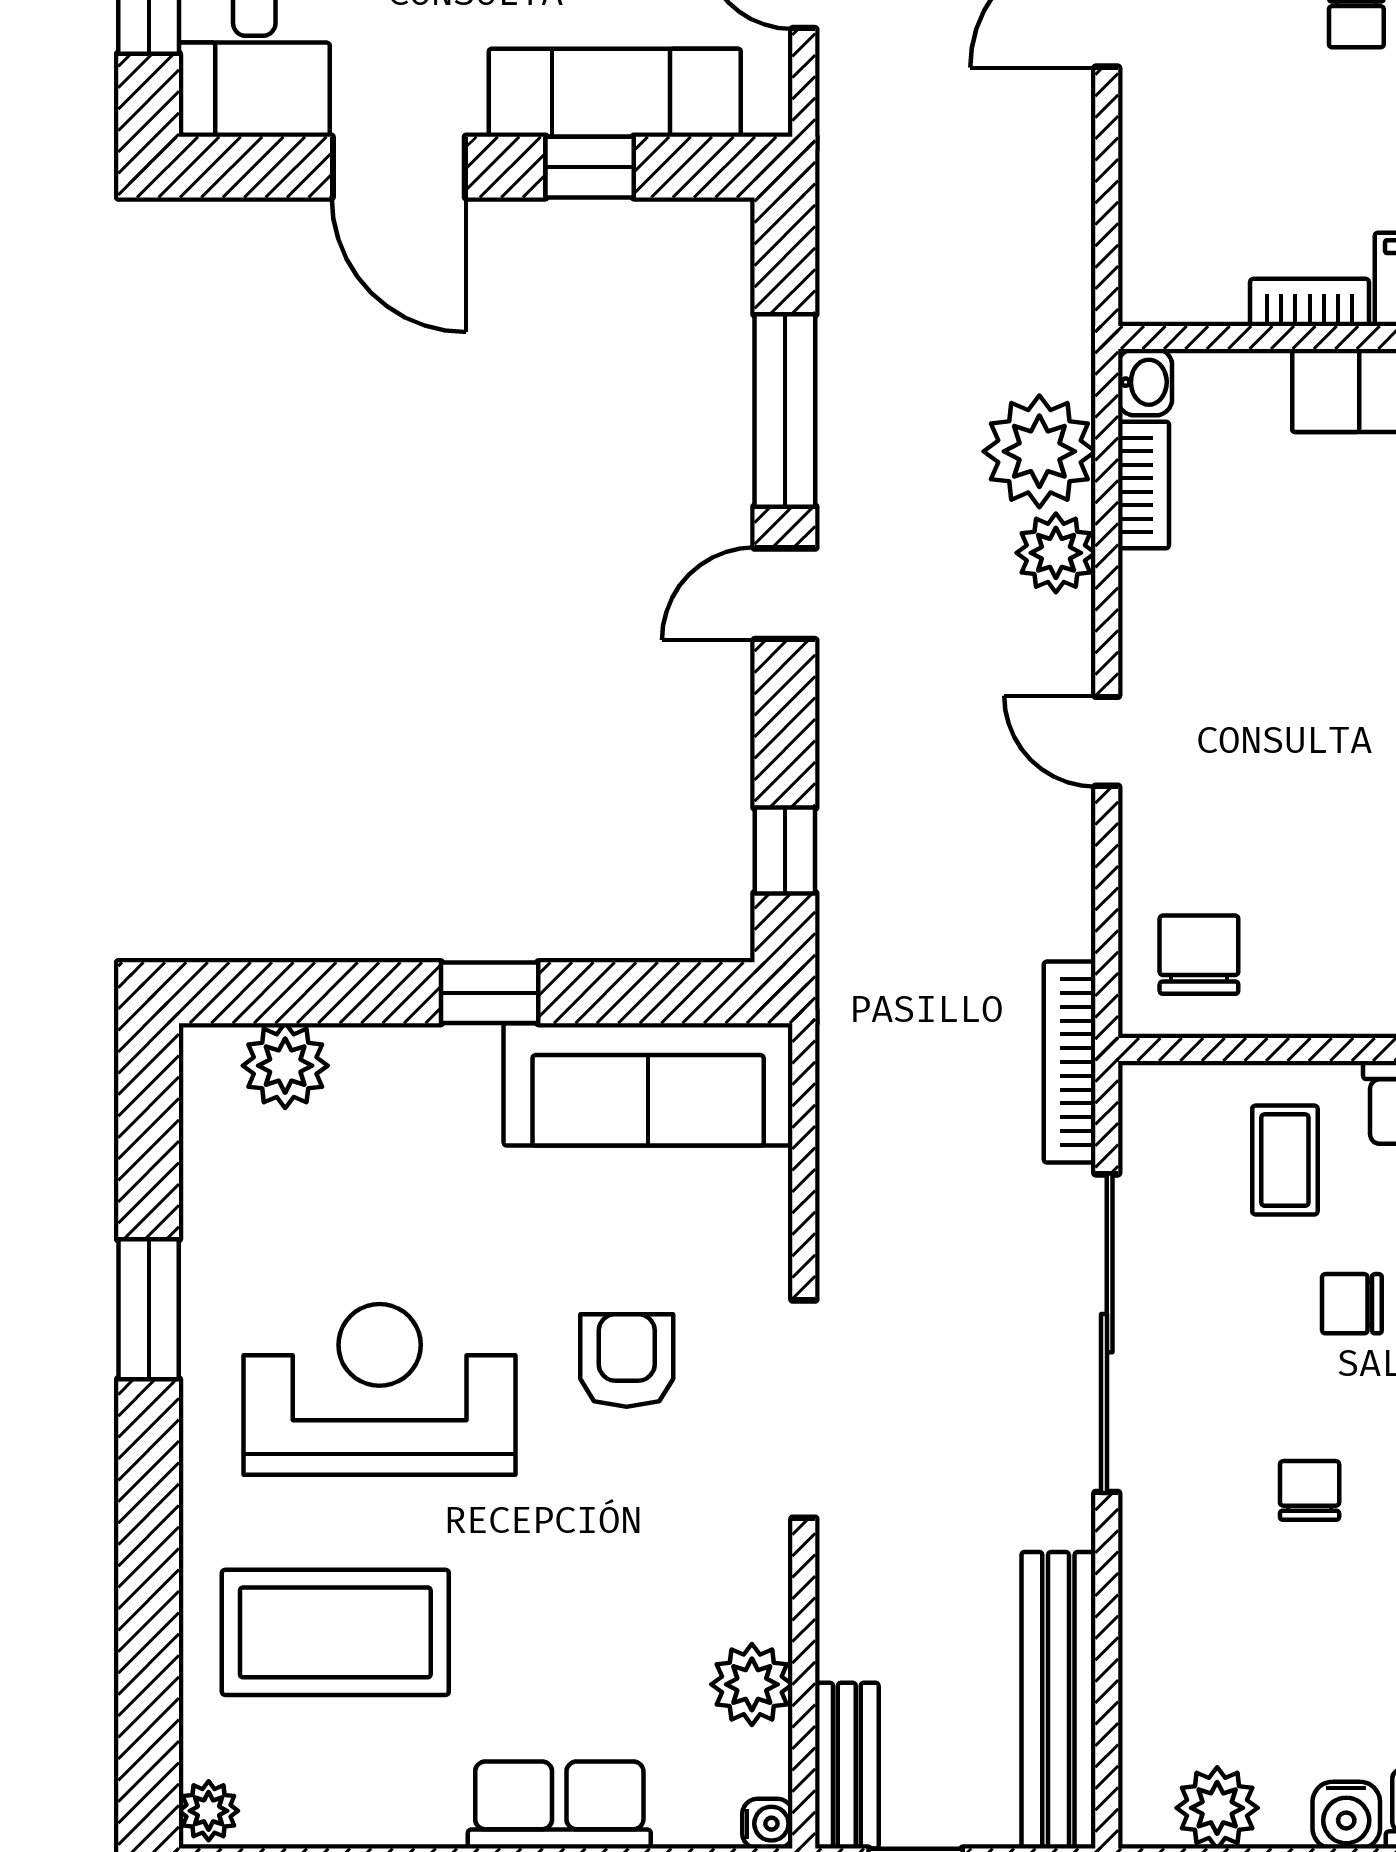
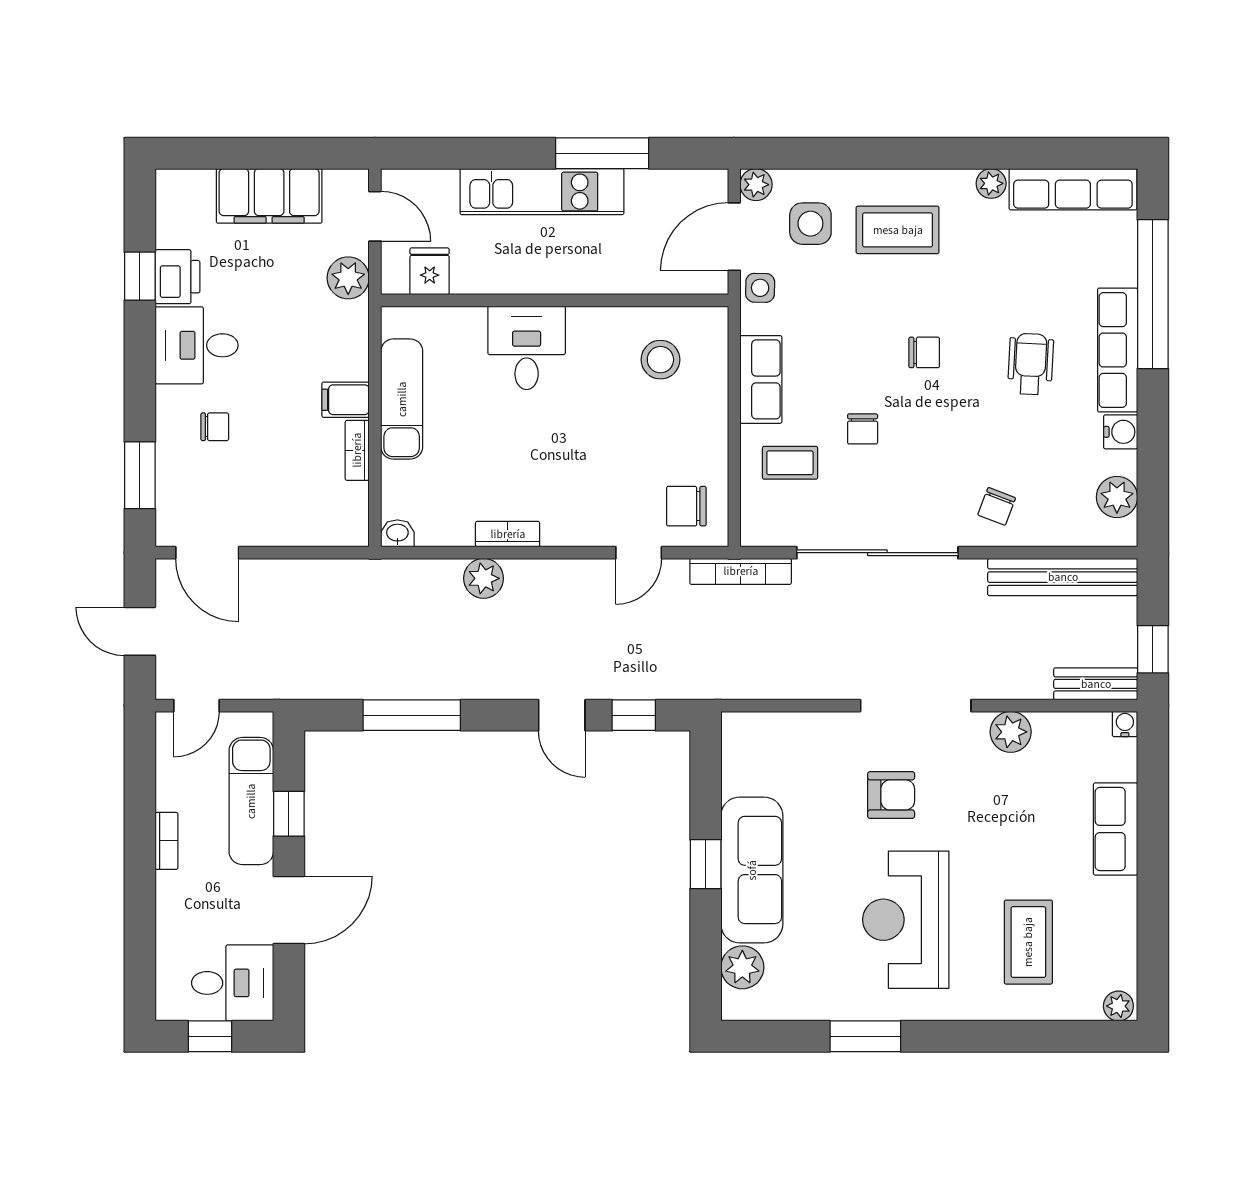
plant: (1039, 451) -> (432, 587), removed
bookcase: (1144, 485) -> (508, 534), moved
door: (785, 594) -> (562, 715), moved
door: (1107, 741) -> (639, 553), moved
sofa: (648, 1084) -> (752, 870), moved
armchair: (627, 1360) -> (891, 795), turned 180
chair: (1310, 1490) -> (997, 506), moved, turned -69
coffee table: (335, 1632) -> (1028, 942), width x0.73, depth x0.76
plant: (752, 1684) -> (1011, 732), moved

